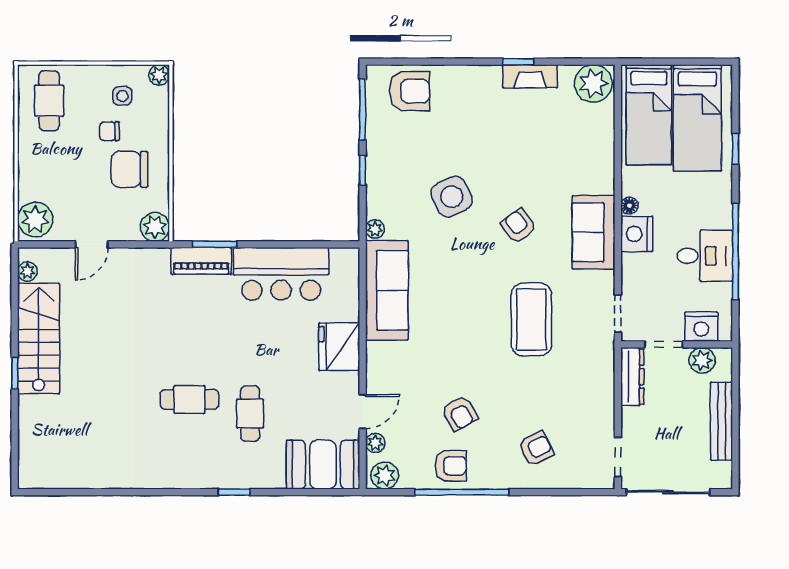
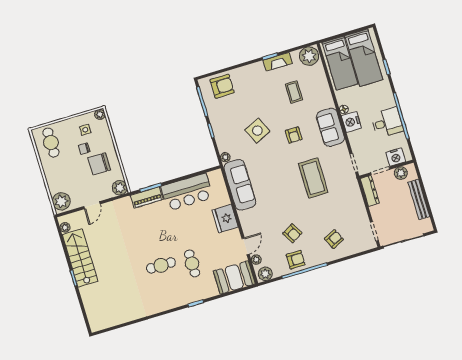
coffee table: (544, 144) -> (294, 92), added
armchair: (519, 226) -> (294, 135), turned -143

